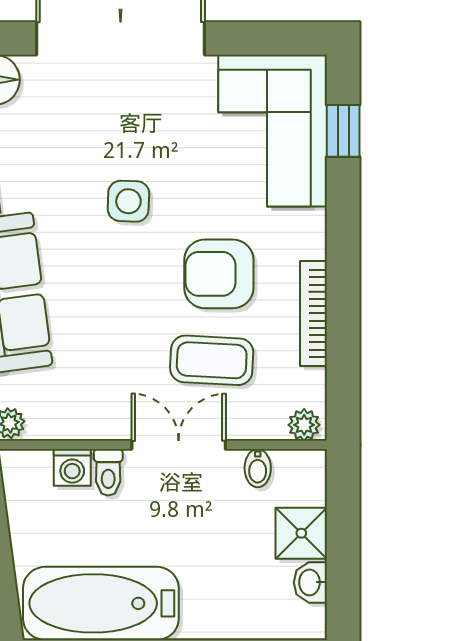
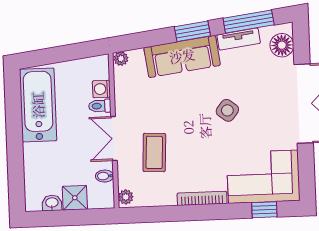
side table: (128, 201) -> (227, 110), turned 36
armchair: (219, 274) -> (195, 154), removed
bookcase: (313, 313) -> (202, 198), moved
double door: (179, 445) -> (114, 138), swing flipped

